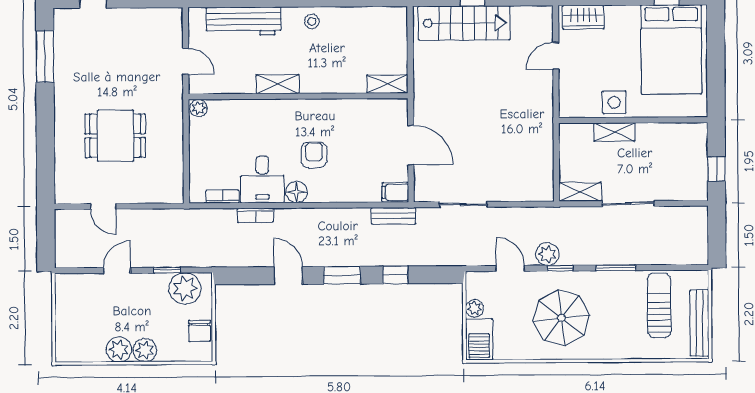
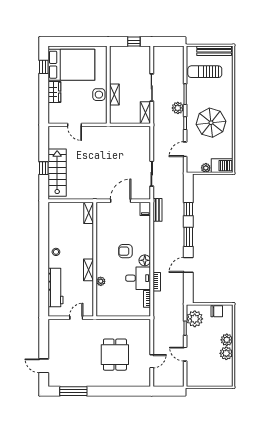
wardrobe: (583, 17) -> (54, 92), moved
plant: (199, 108) -> (101, 281), moved
plant: (547, 254) -> (178, 108), moved

